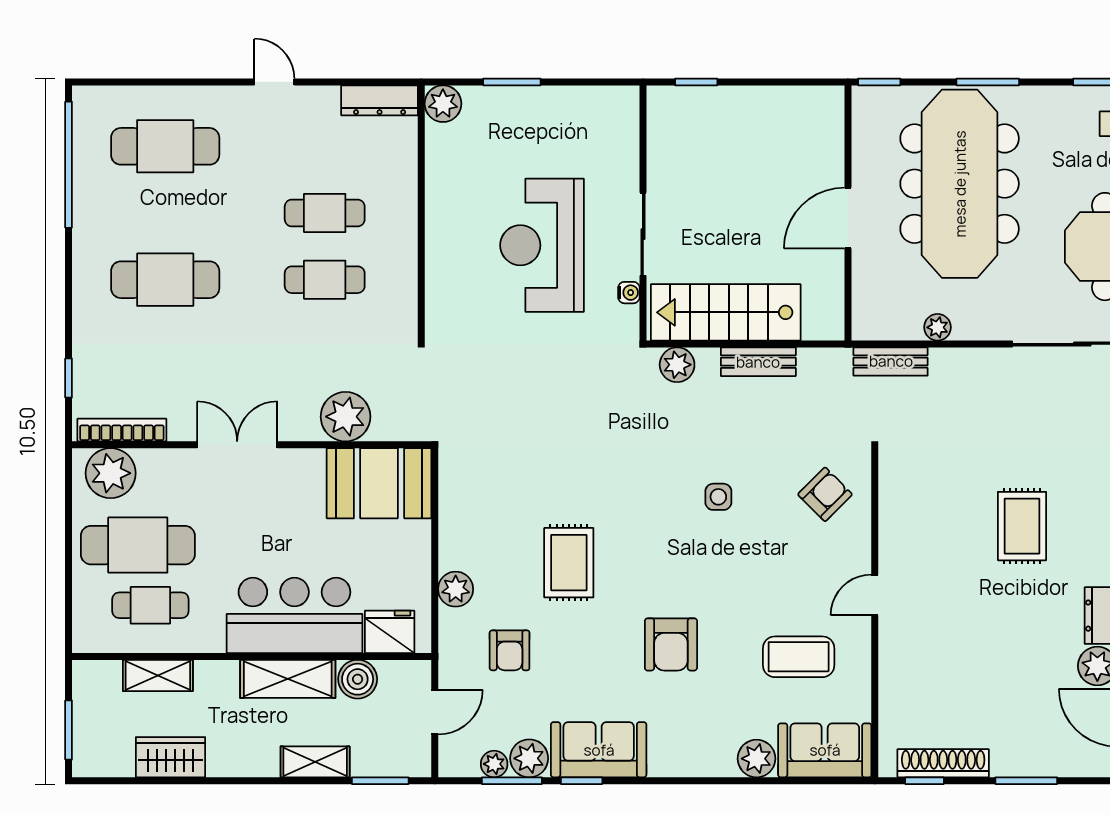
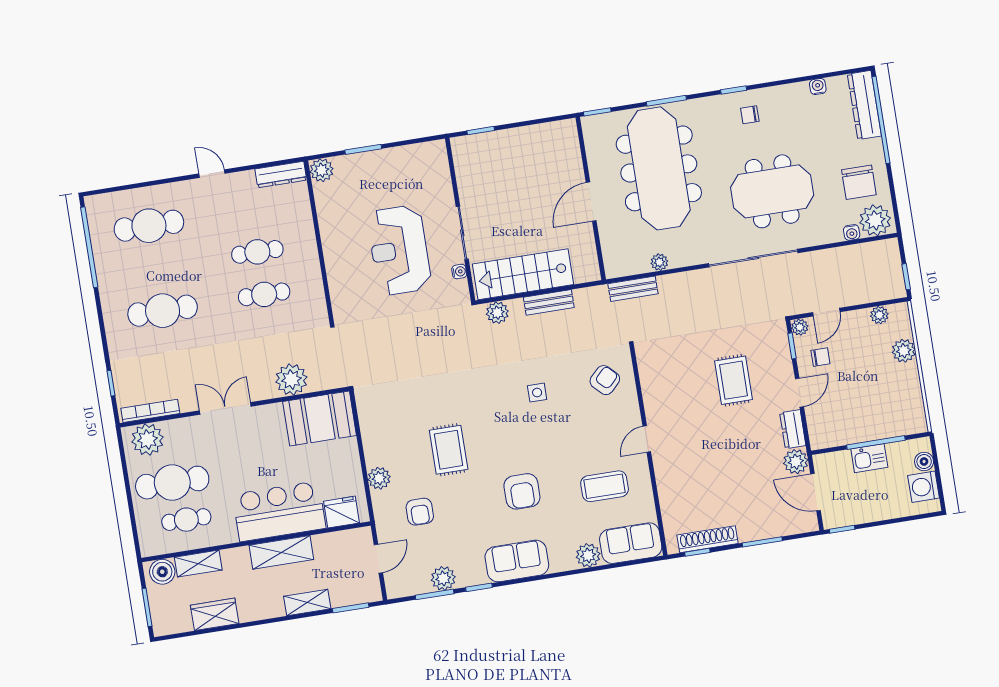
boiler: (358, 679) -> (162, 572), moved
sofa: (599, 750) -> (517, 561), moved
plant: (494, 764) -> (422, 586), removed

